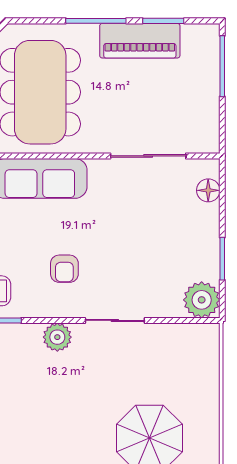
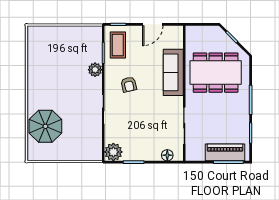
piano: (140, 41) -> (225, 152), moved, turned 90
armchair: (64, 269) -> (129, 84), turned -103
plant: (57, 337) -> (95, 70), moved

